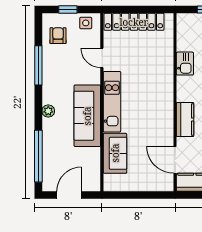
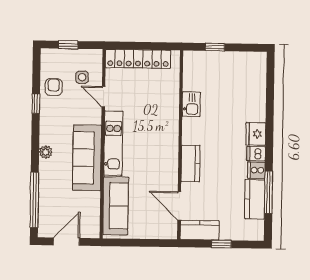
side table: (86, 23) -> (82, 77), moved
armchair: (58, 36) -> (54, 87), moved
window: (38, 65) -> (36, 104), width x0.46
sofa: (115, 153) -> (116, 206), width x1.36

